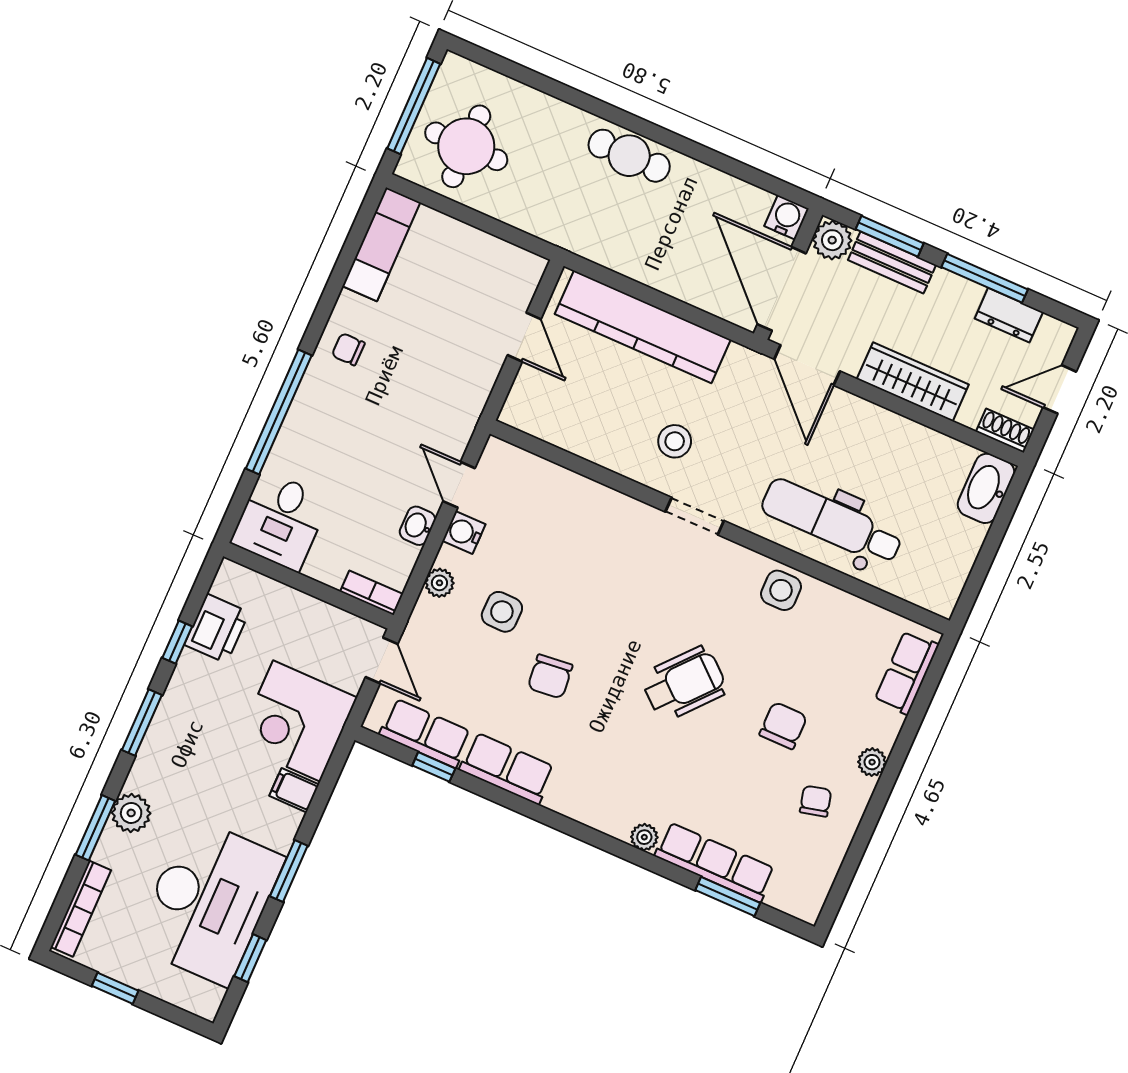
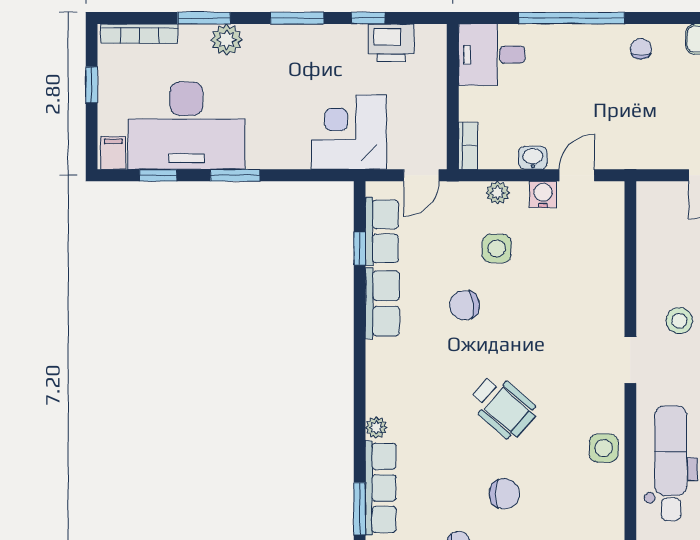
filing cabinet: (294, 790) -> (113, 153), moved

